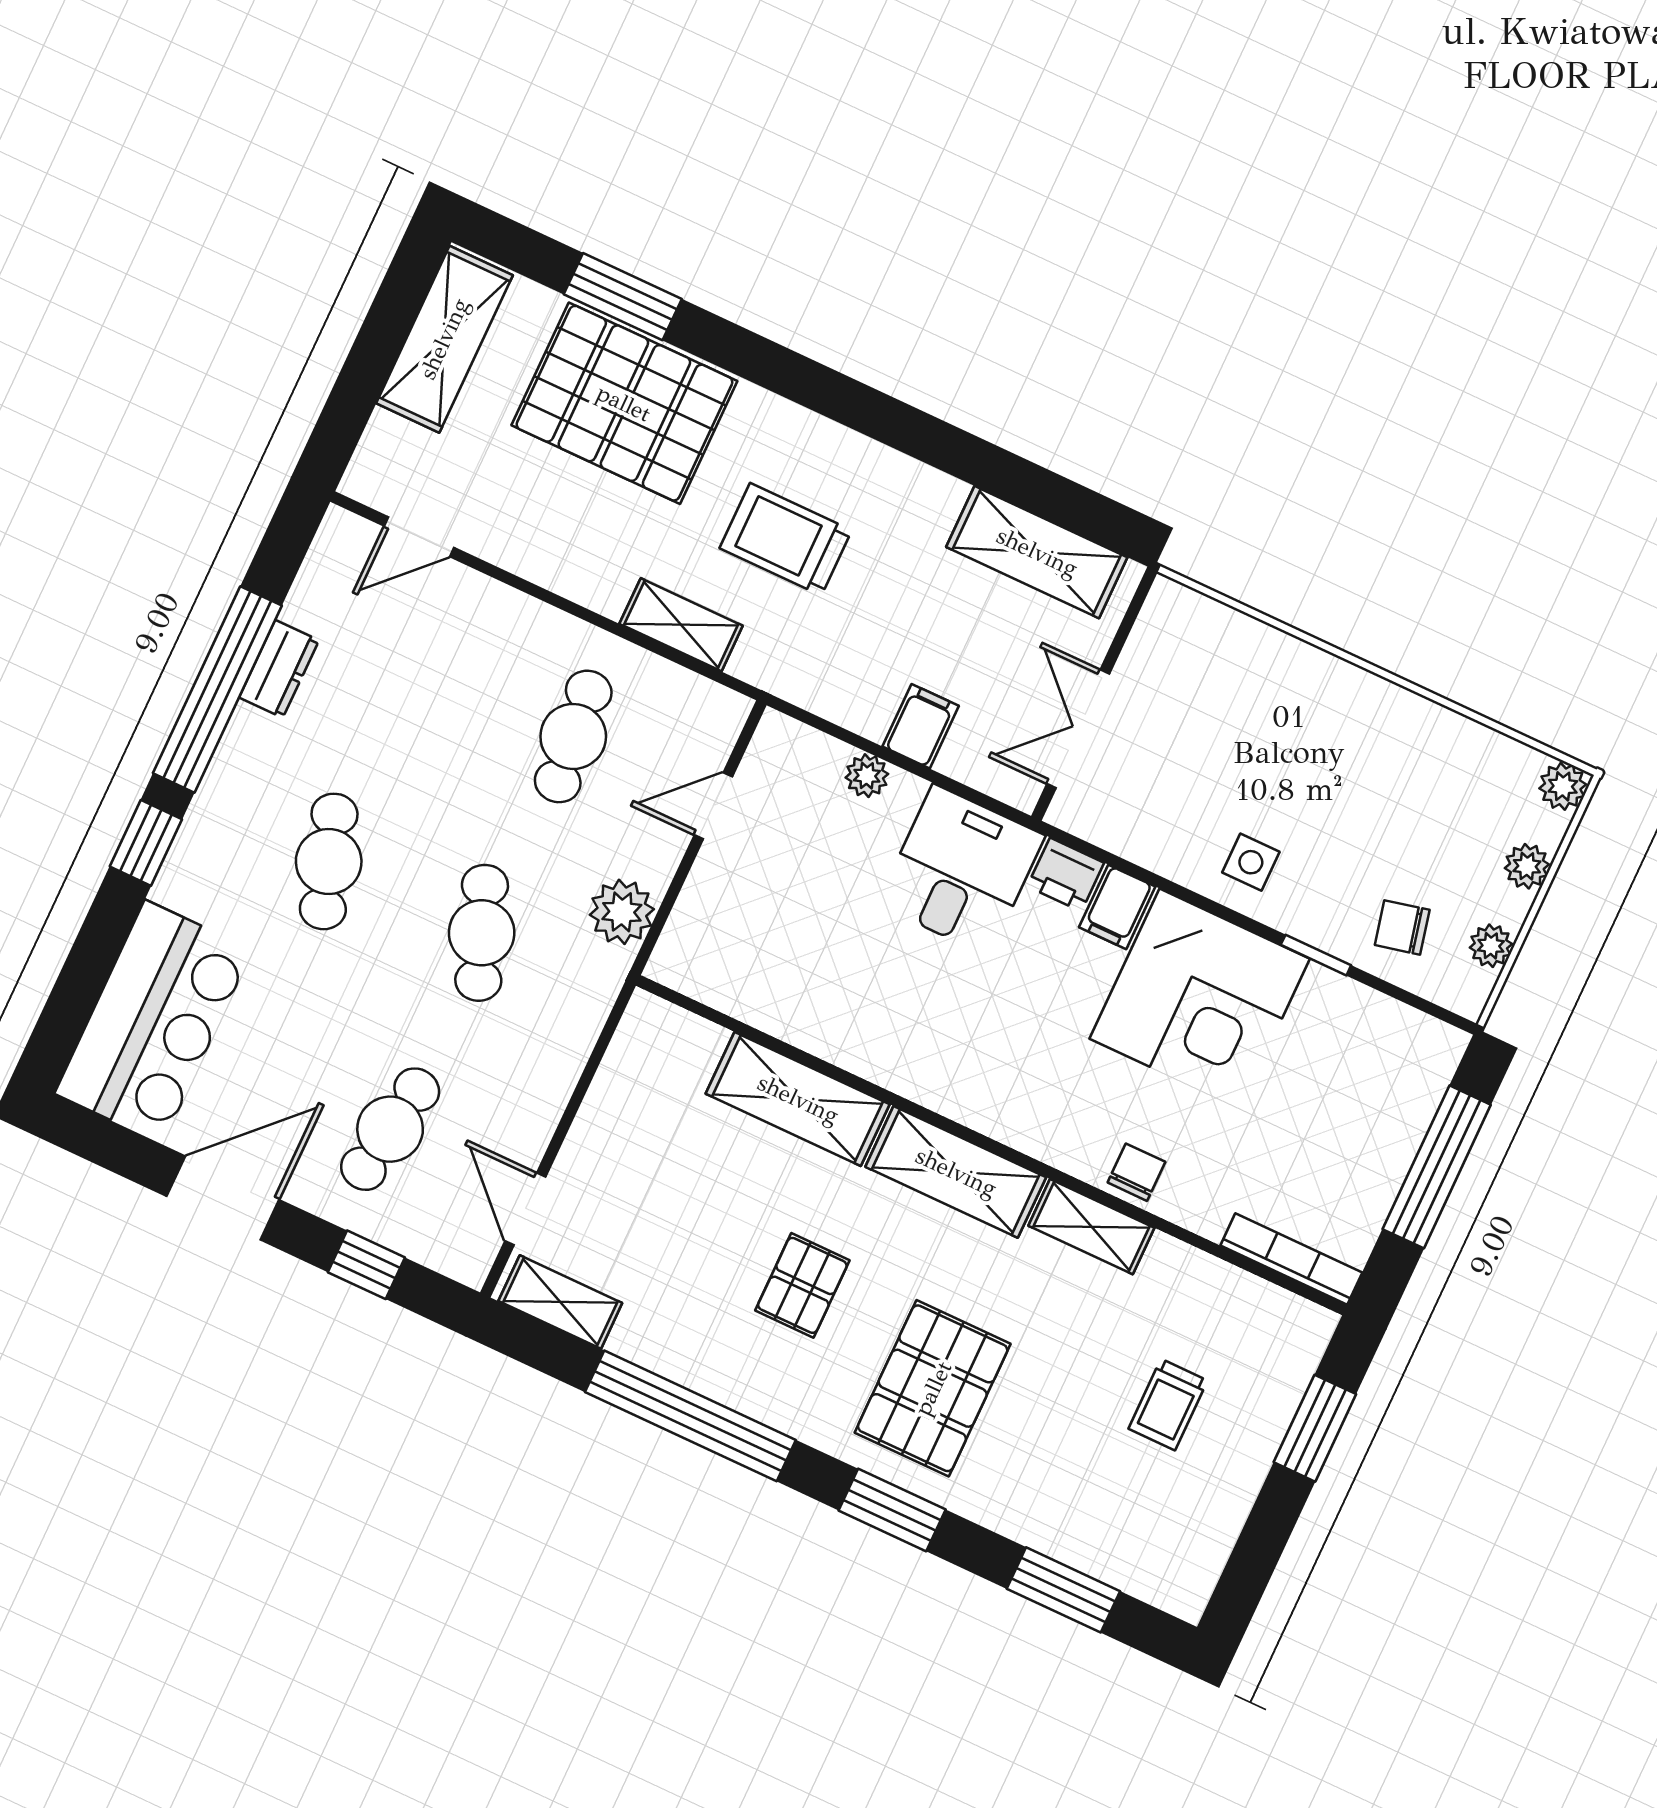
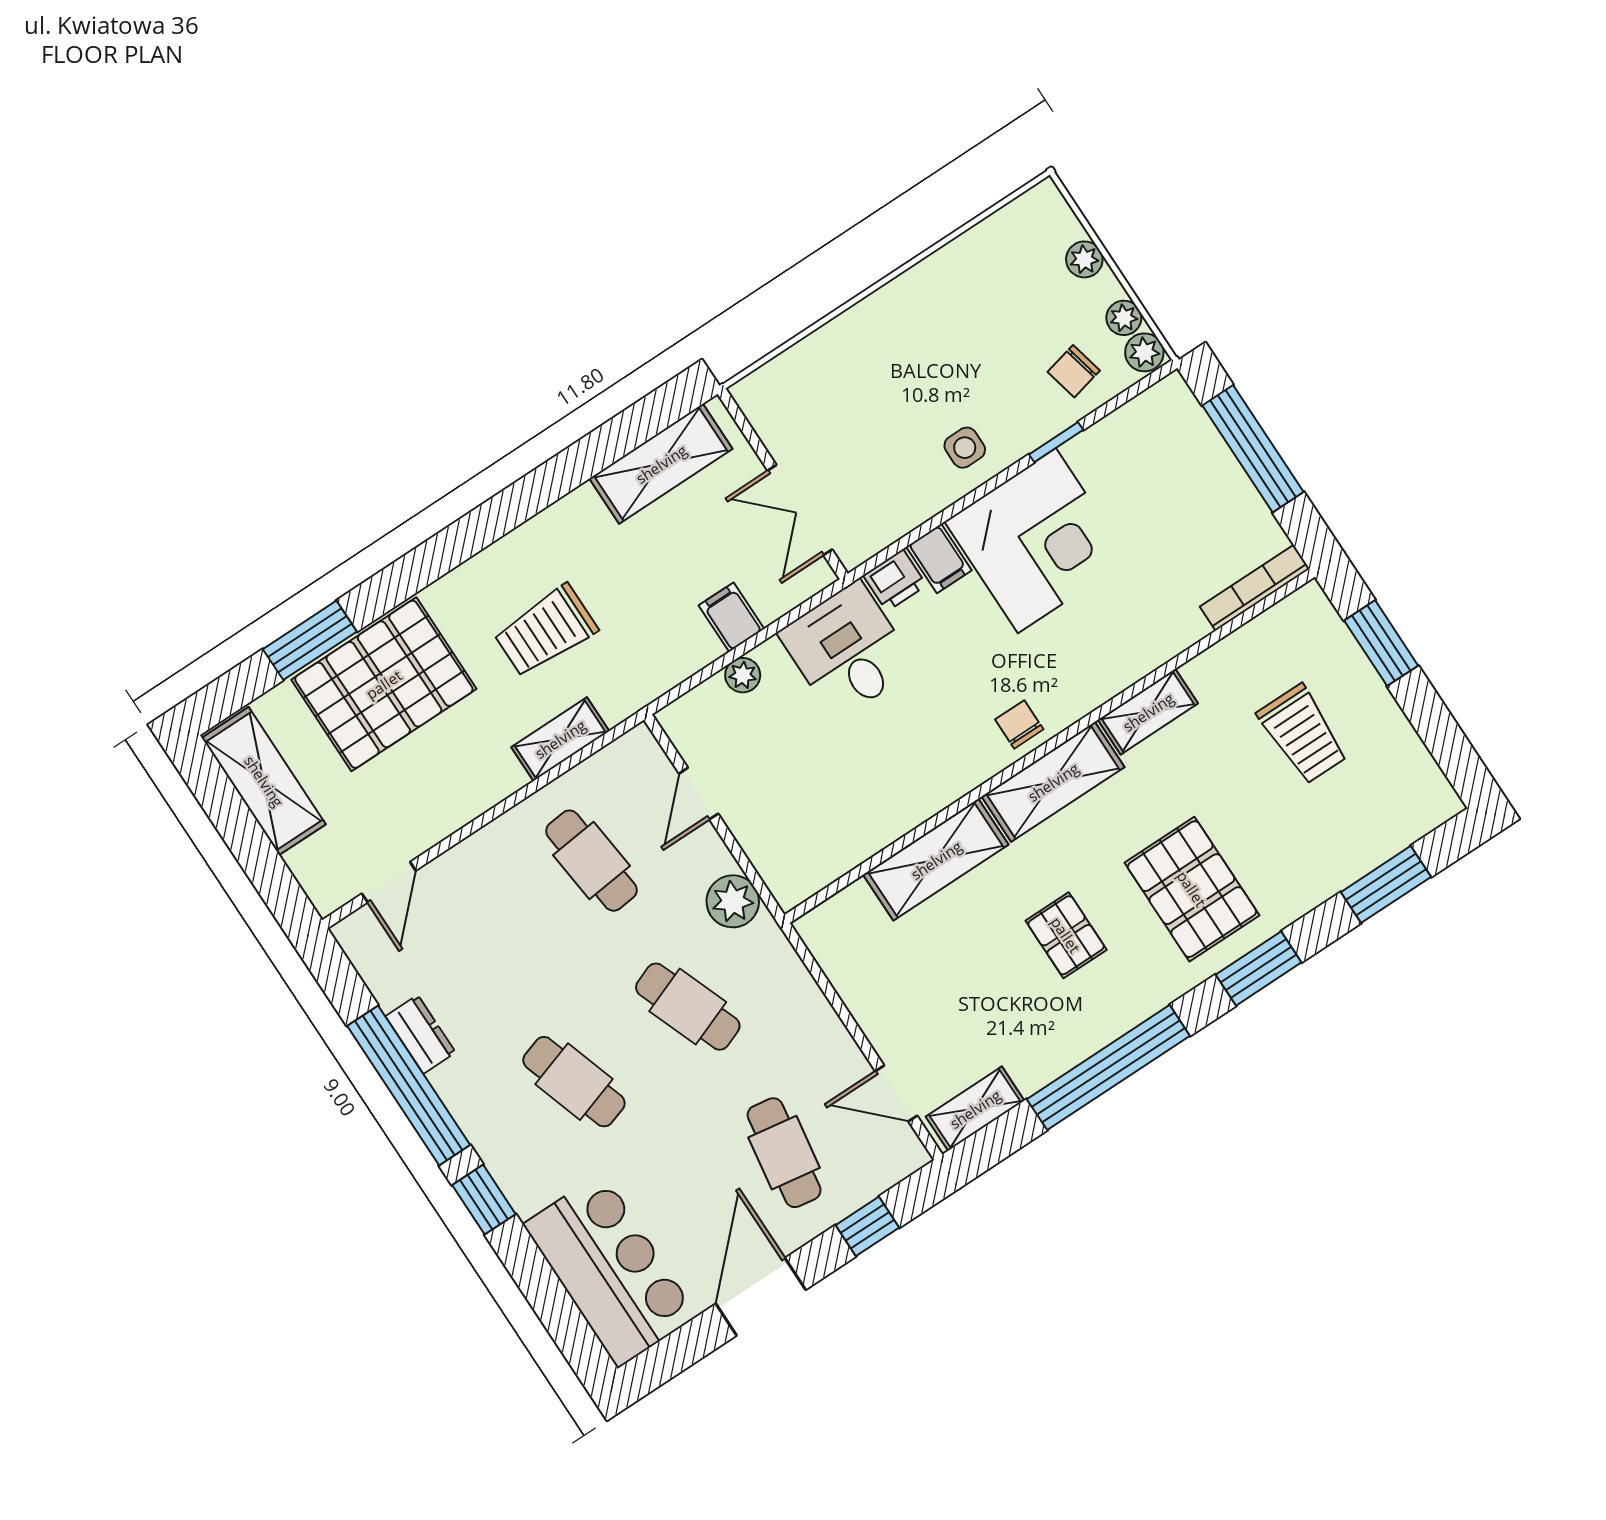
plant: (1563, 786) -> (1144, 352), moved
chair: (1136, 1172) -> (1019, 724), moved
trolley: (1168, 1405) -> (1303, 734), width x1.36, depth x1.39

